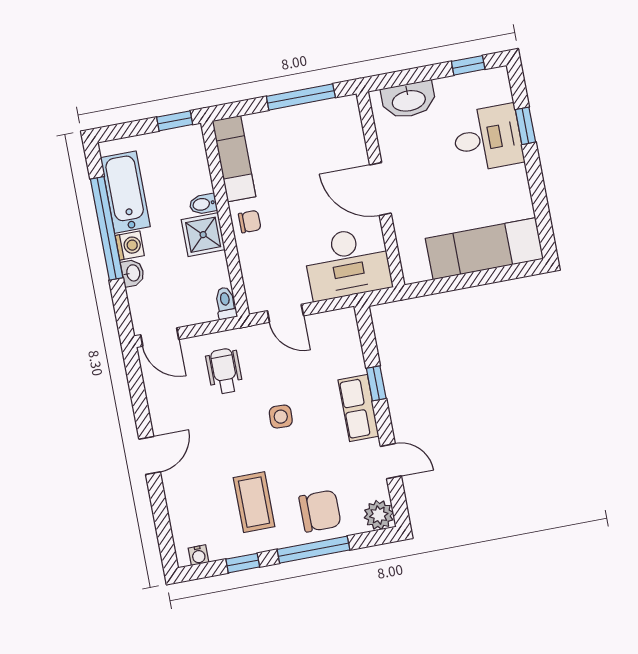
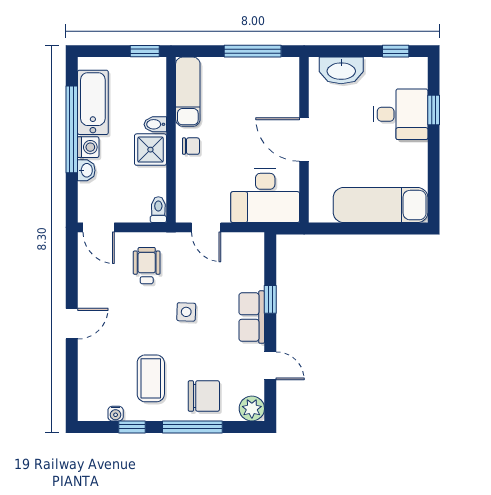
water cooler: (199, 555) -> (116, 414), moved

